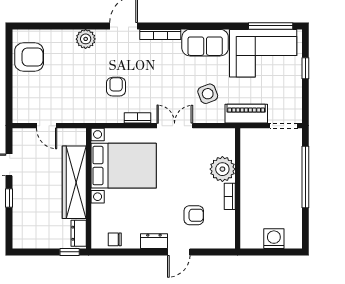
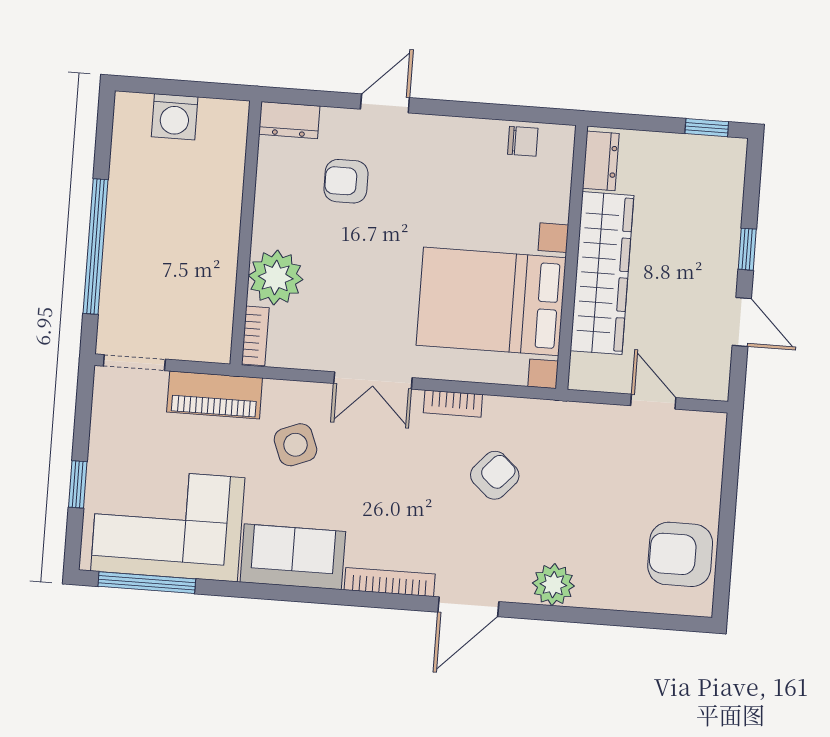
armchair: (116, 87) -> (495, 475), turned -138
bookcase: (230, 196) -> (255, 336), moved
dresser: (154, 241) -> (289, 120), moved
window: (70, 252) -> (707, 128), moved

